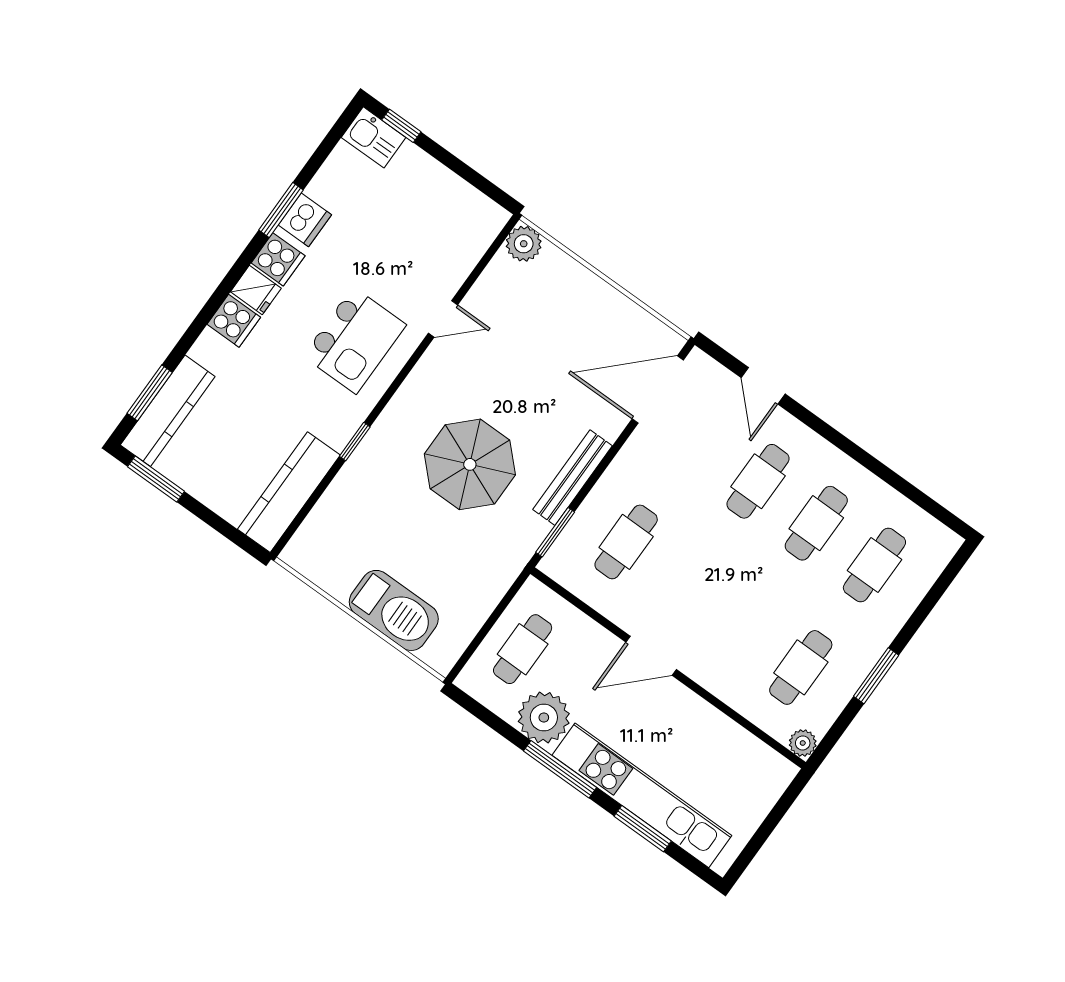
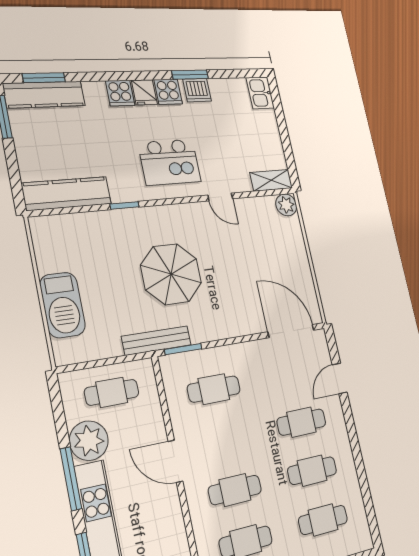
window: (401, 126) -> (277, 102), removed
shelving: (481, 233) -> (271, 180), added
bench: (573, 478) -> (157, 341), moved
cafe table: (743, 626) -> (235, 490), added

